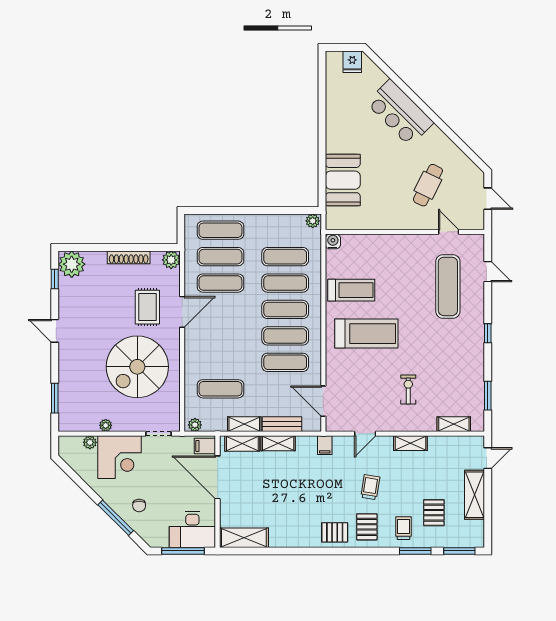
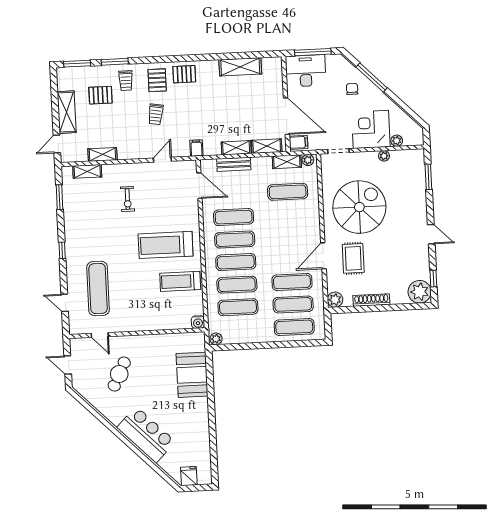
shelving: (244, 424) -> (287, 162), moved
shelving: (410, 443) -> (102, 154), moved
pallet: (434, 513) -> (100, 95), turned 90
shelving: (244, 538) -> (240, 67), moved

